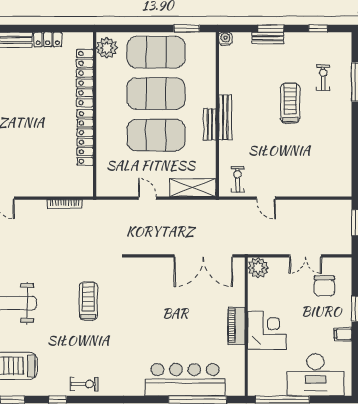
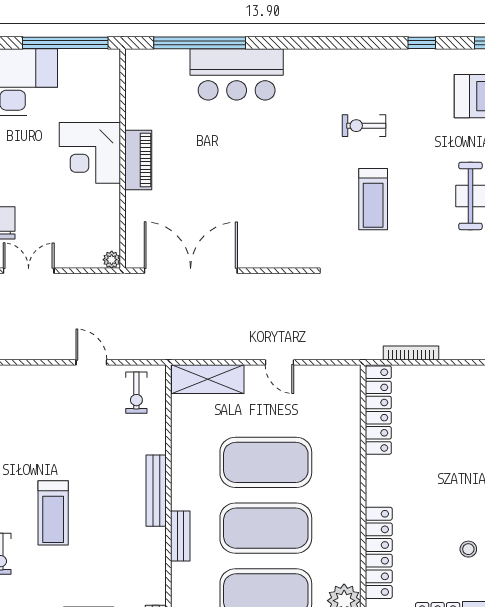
stool: (28, 80) -> (468, 549), added
bench: (210, 124) -> (180, 536), moved
locker: (85, 137) -> (378, 410), moved
plant: (258, 268) -> (112, 260), width x0.53, depth x0.53
bar counter: (185, 380) -> (237, 74), width x0.73
exercise bike: (85, 384) -> (364, 126), moved

